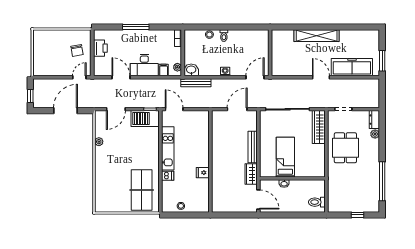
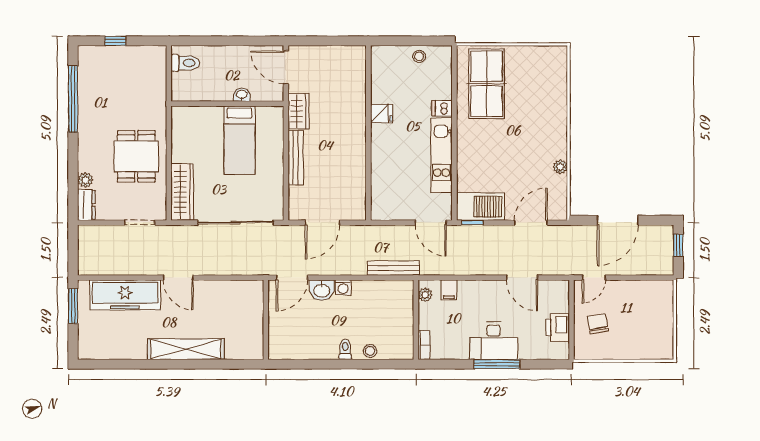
desk: (144, 65) -> (493, 341), moved, turned 180
washbasin: (191, 70) -> (322, 290), moved

